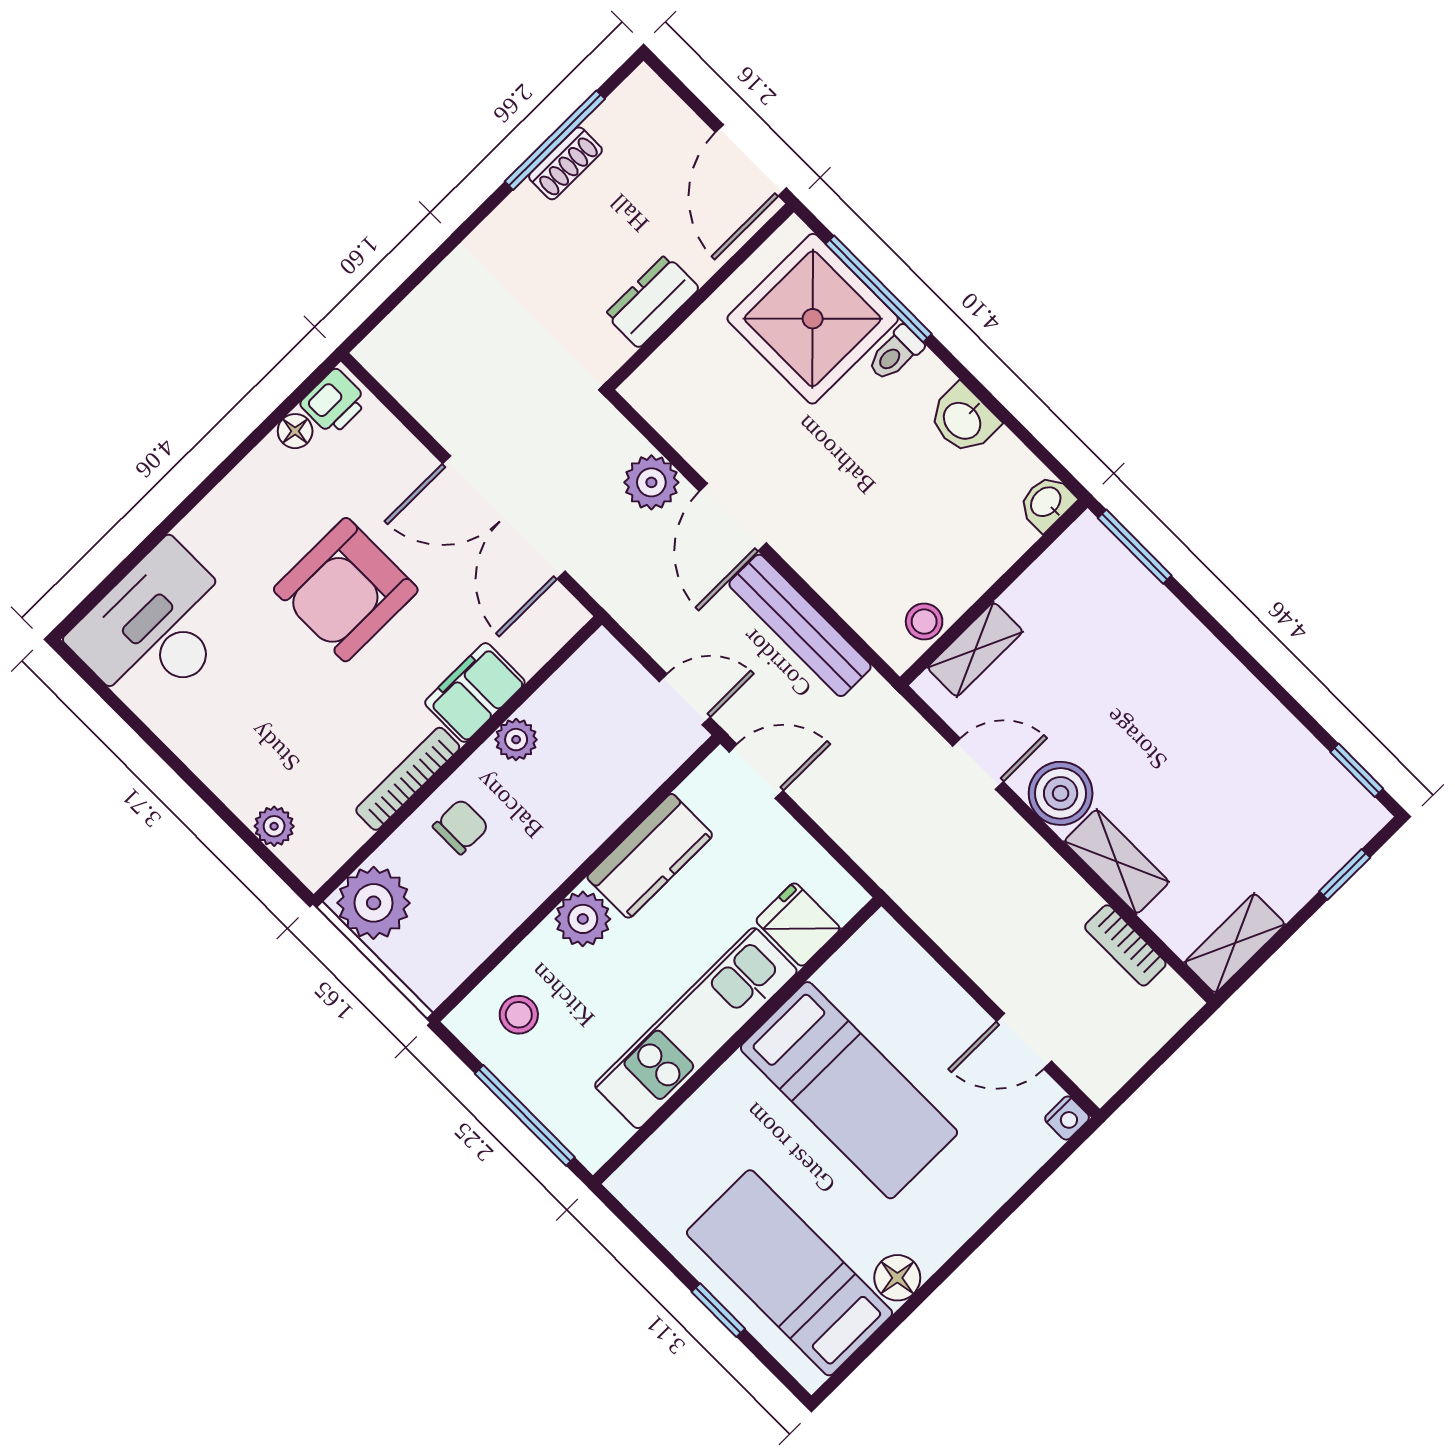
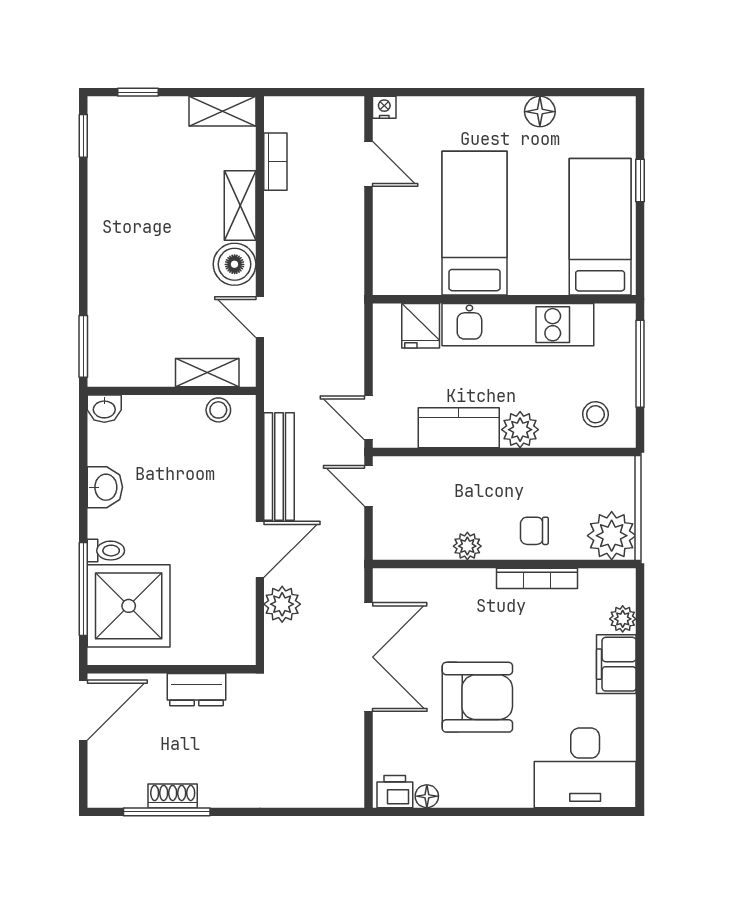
filing cabinet: (475, 692) -> (616, 664), moved, turned 90
bed: (790, 1273) -> (600, 227), moved, turned 180

